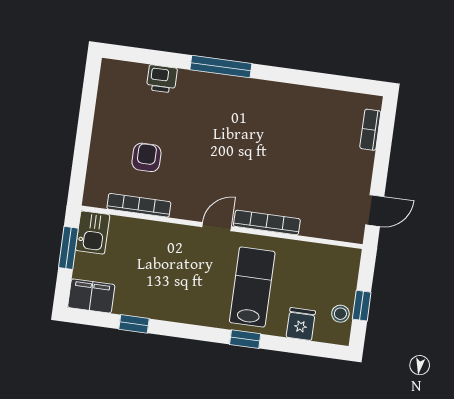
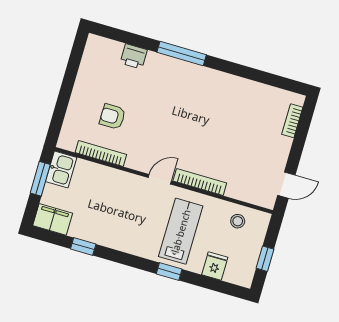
armchair: (146, 157) -> (112, 117), turned -90
stool: (340, 314) -> (238, 221), moved

